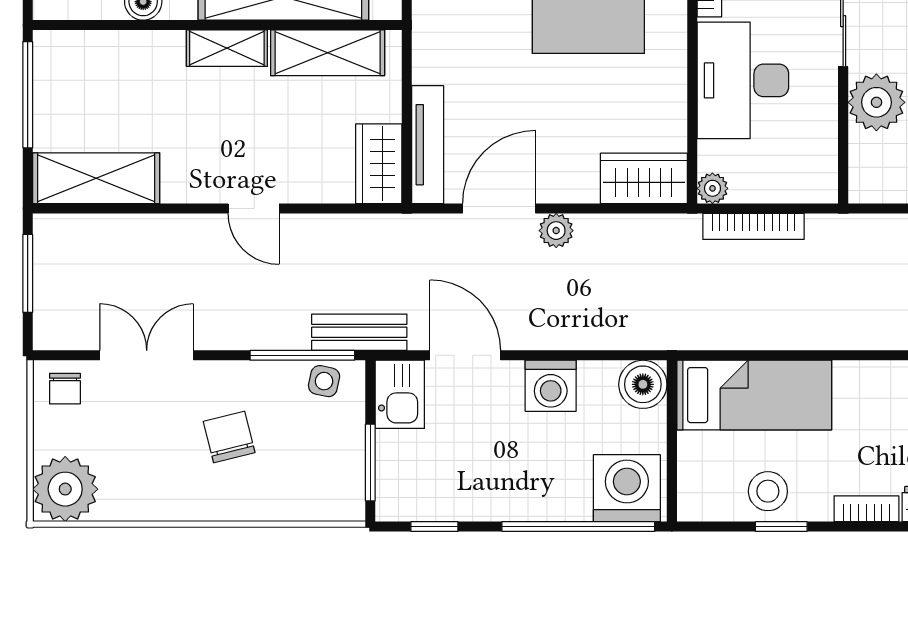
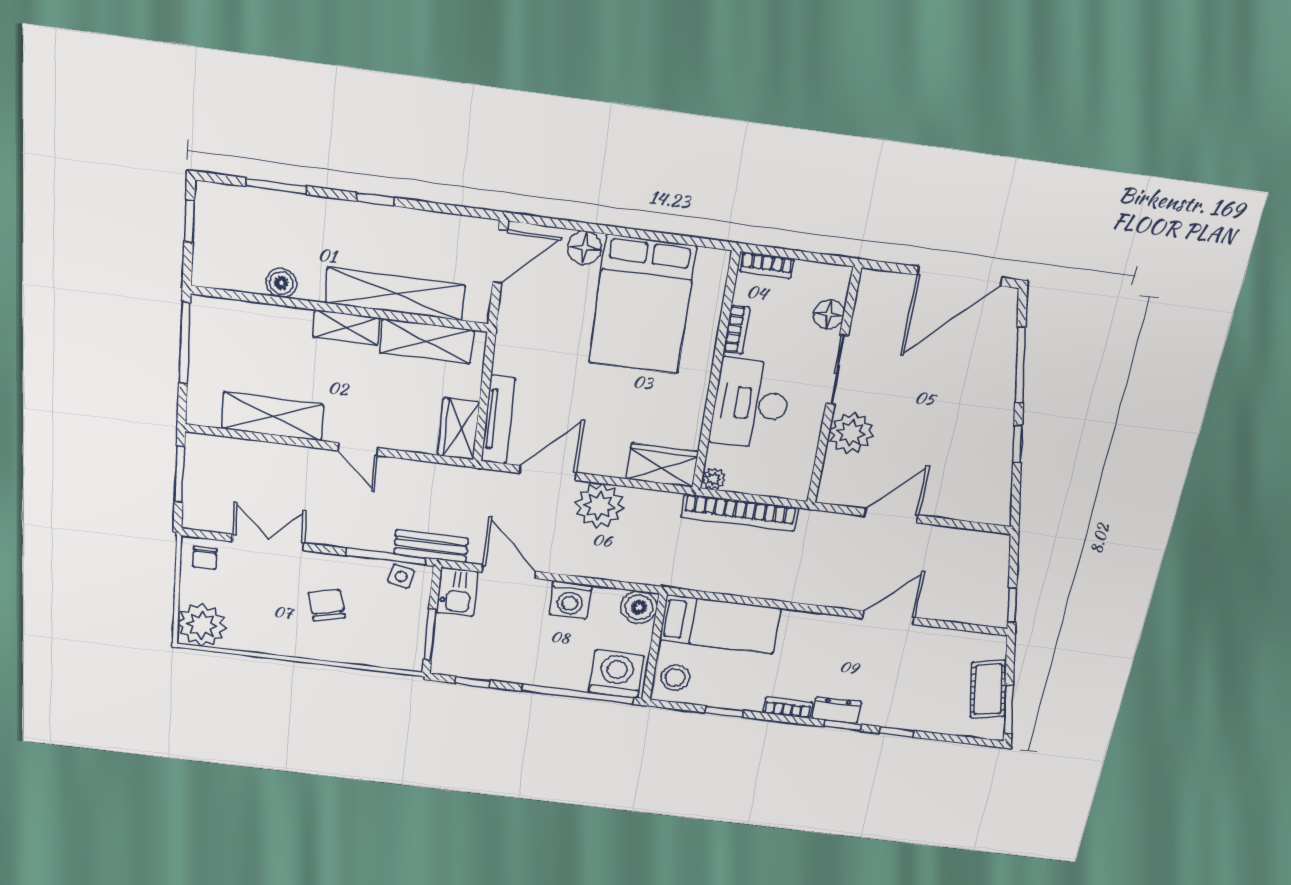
shelving: (96, 178) -> (273, 416), moved
bookcase: (754, 226) -> (740, 512), width x1.48, depth x1.31
plant: (556, 231) -> (599, 506), width x1.87, depth x1.87
stool: (768, 491) -> (675, 678), moved

